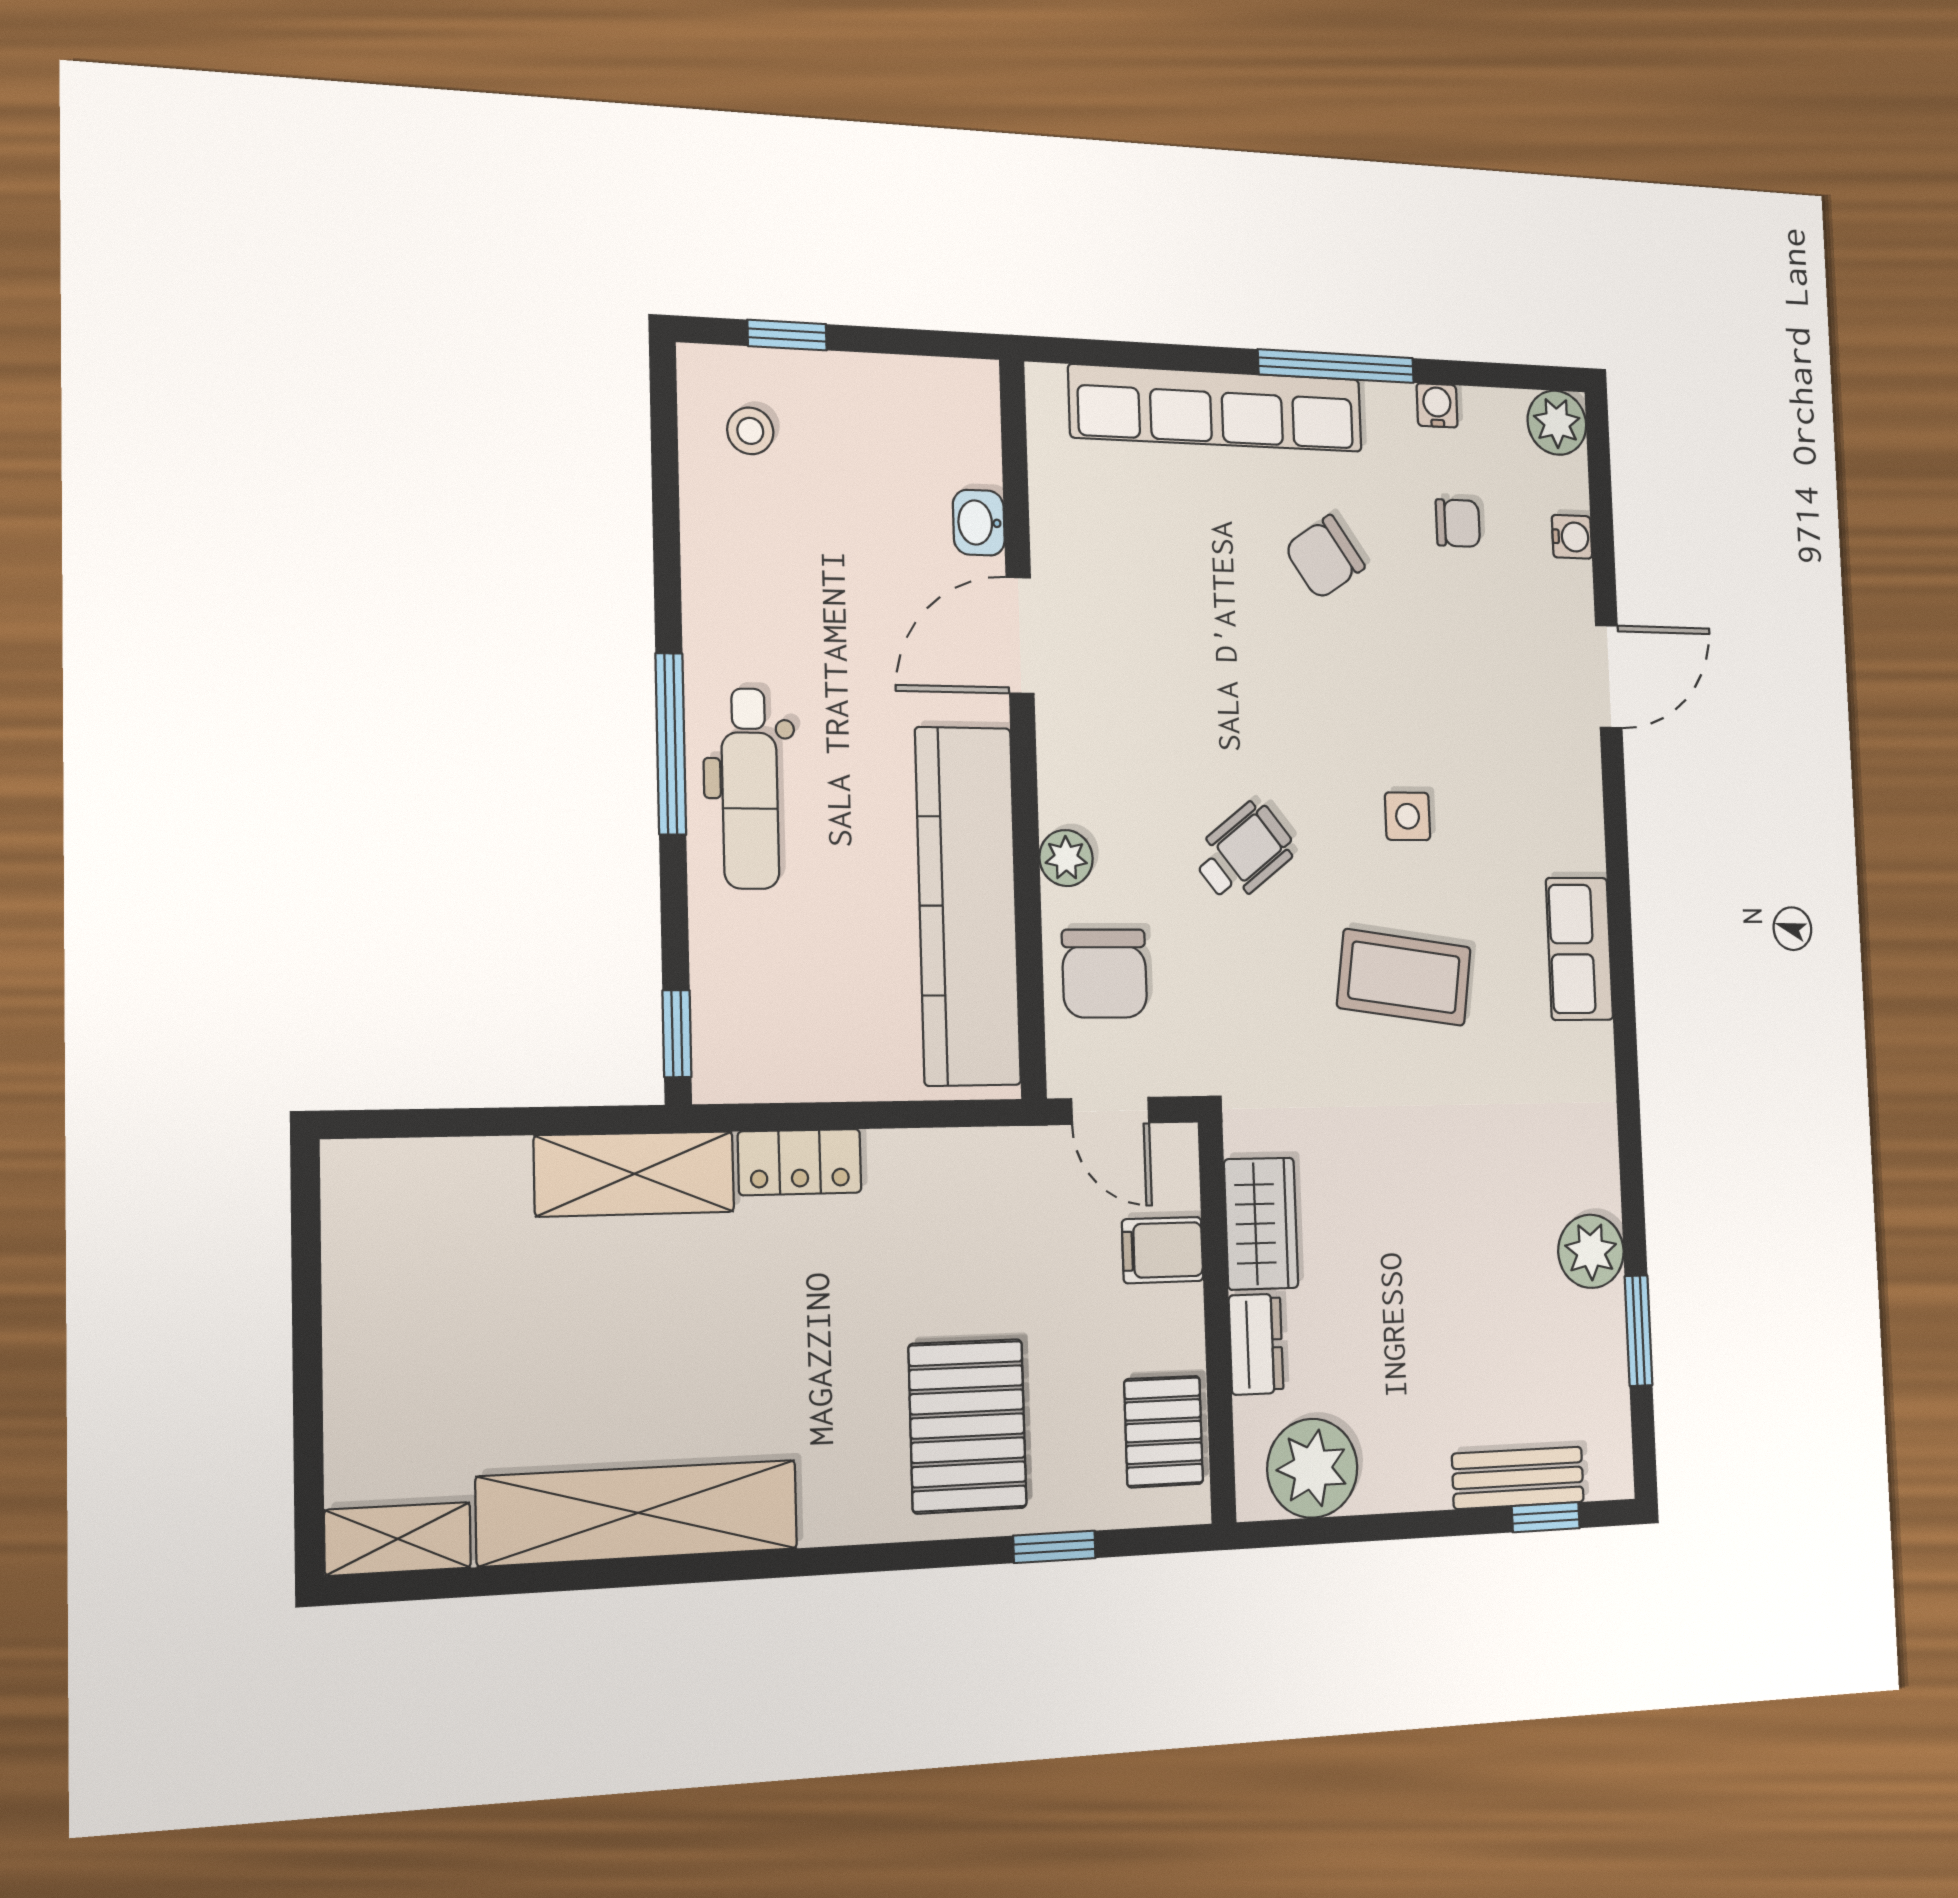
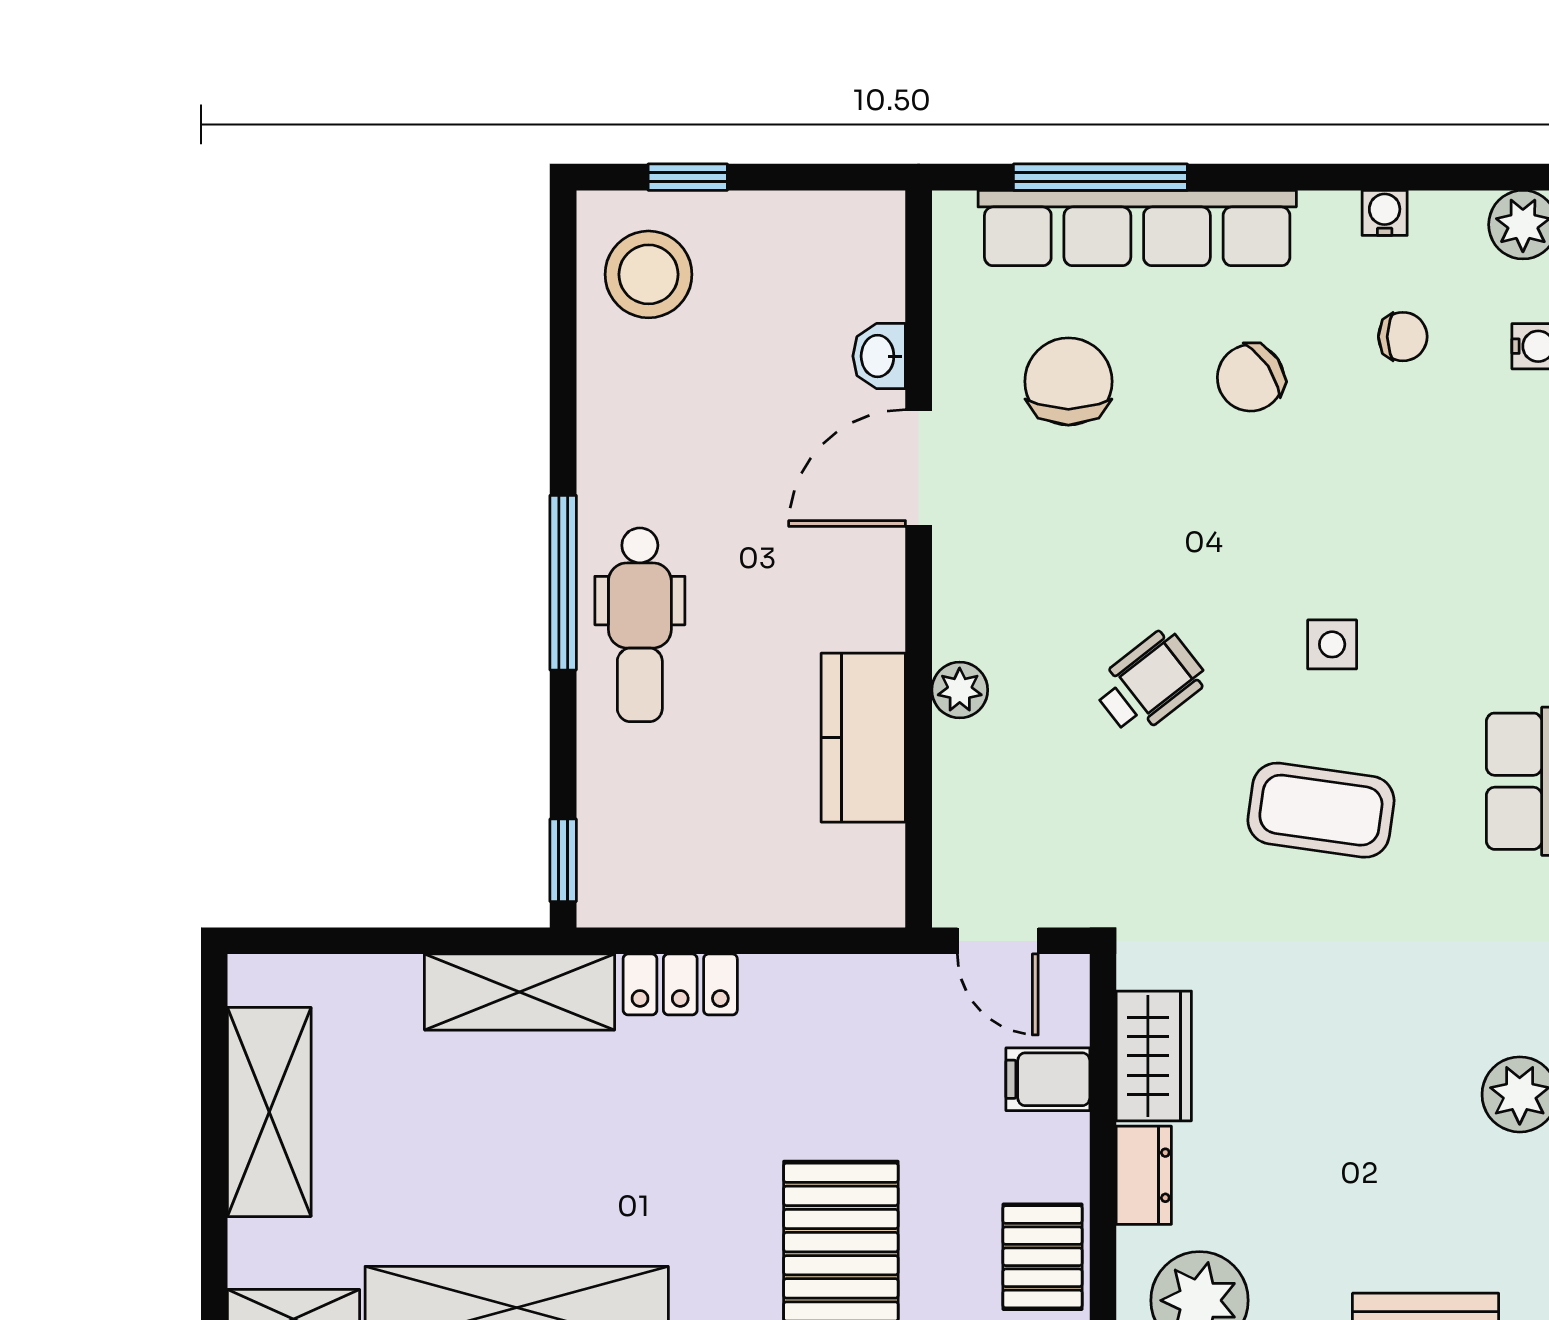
window: (1336, 366) -> (1100, 177), moved
stool: (750, 431) -> (648, 274), width x1.89, depth x1.89
kitchen counter: (968, 906) -> (863, 738), width x0.48, depth x0.86
chair: (1104, 974) -> (1068, 381), moved, turned 180
shelving: (368, 1311) -> (269, 1112), added

